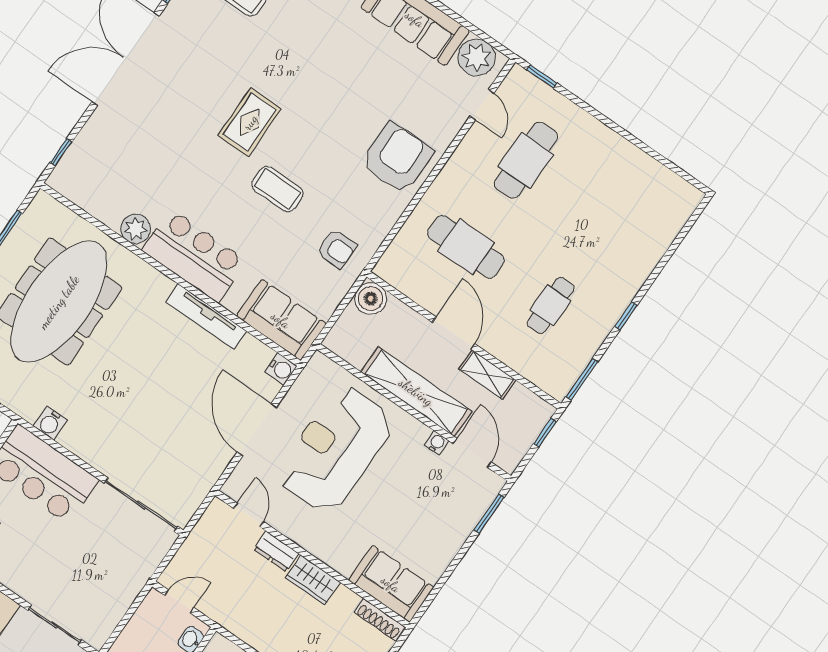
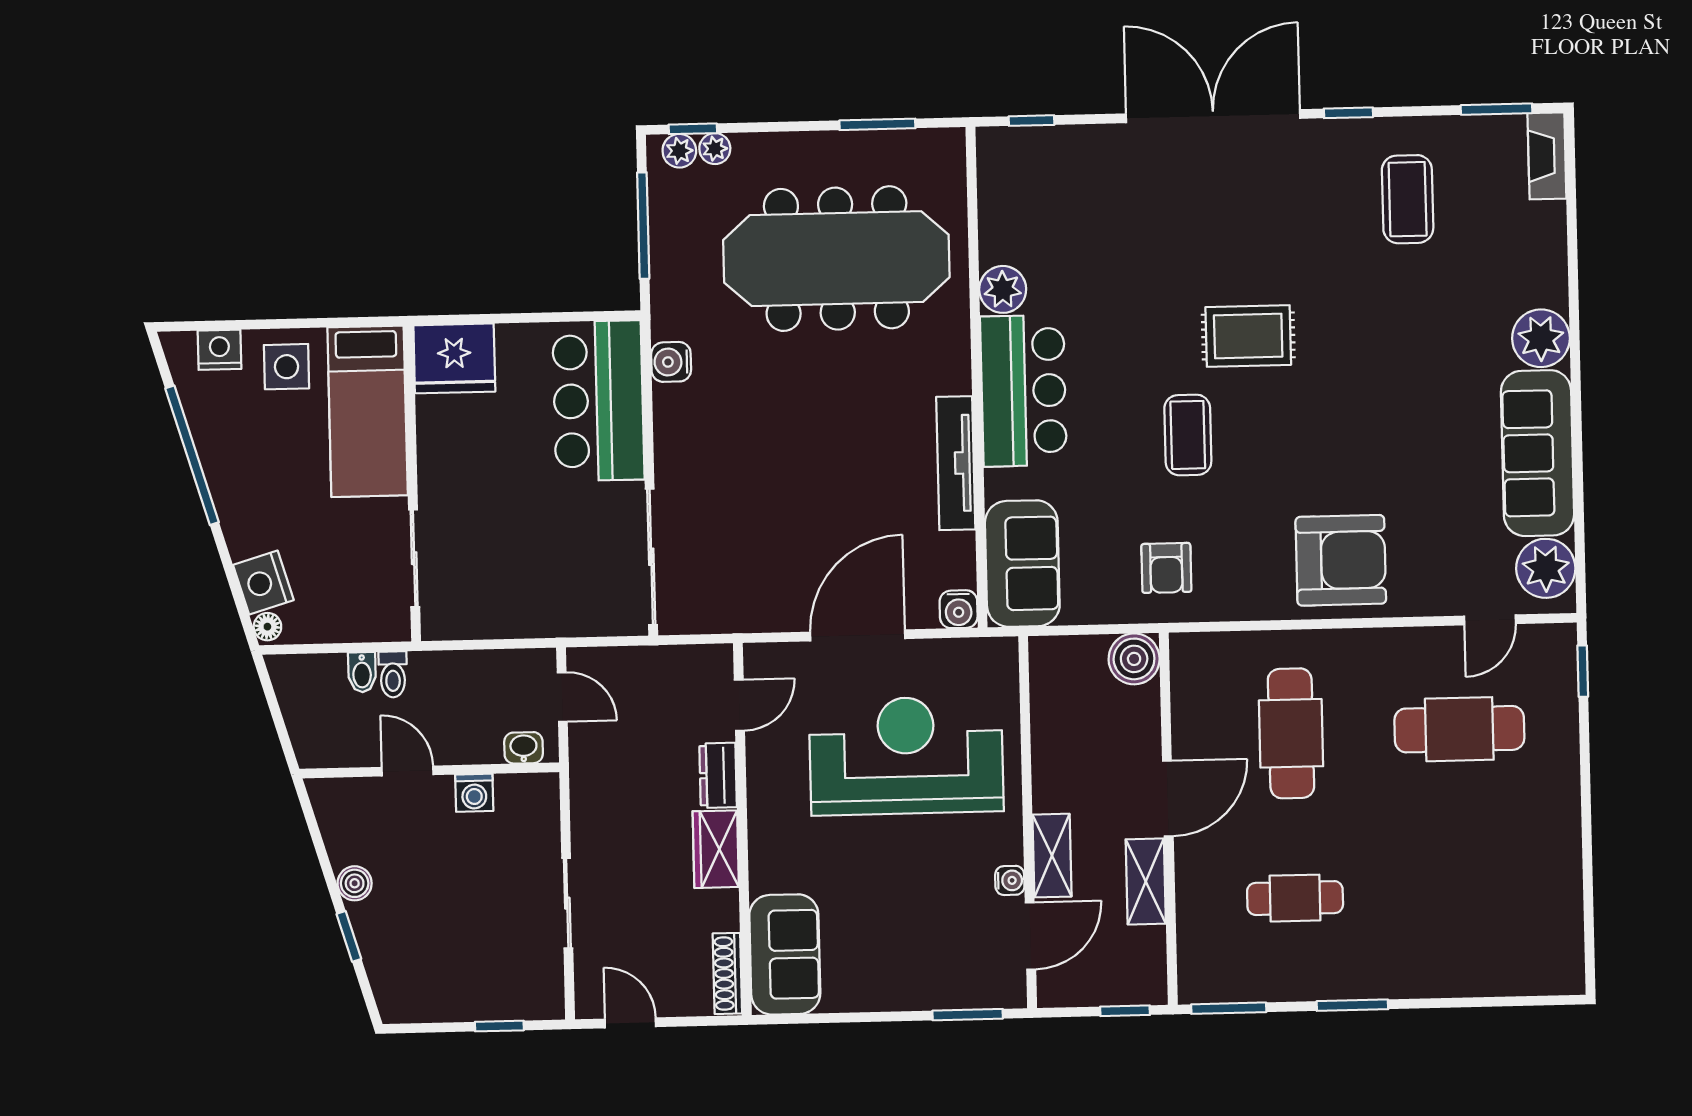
window: (626, 316) -> (1352, 1005), width x1.50
shelving: (416, 392) -> (1052, 856), width x0.45, depth x0.75

